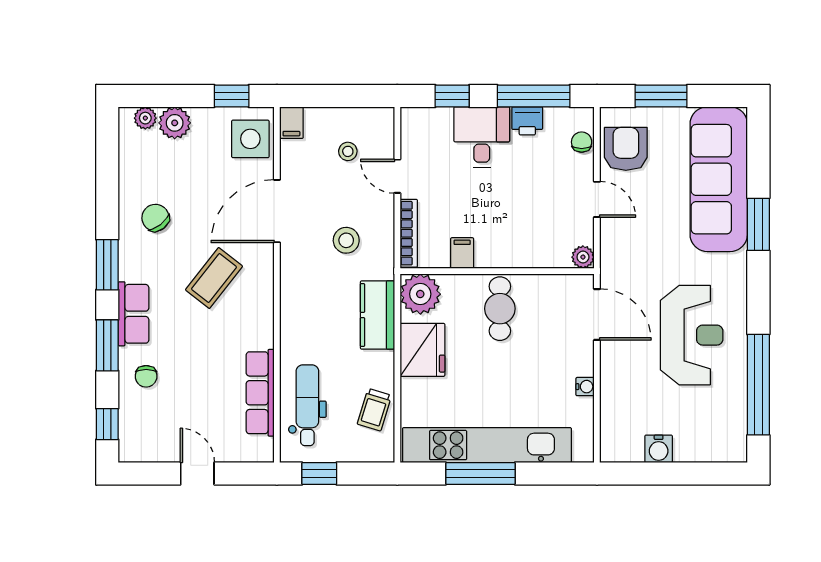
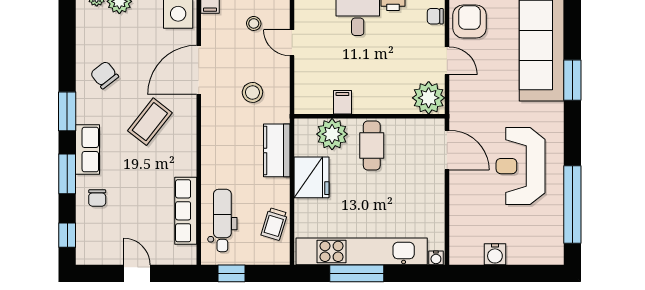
chair: (582, 142) -> (435, 16), turned -90
bookcase: (409, 233) -> (301, 87), removed
plant: (583, 257) -> (429, 98), width x1.87, depth x1.87
plant: (420, 294) -> (332, 134), moved
reception desk: (692, 335) -> (521, 166), turned 180
water cooler: (585, 387) -> (436, 258), moved, turned 90

